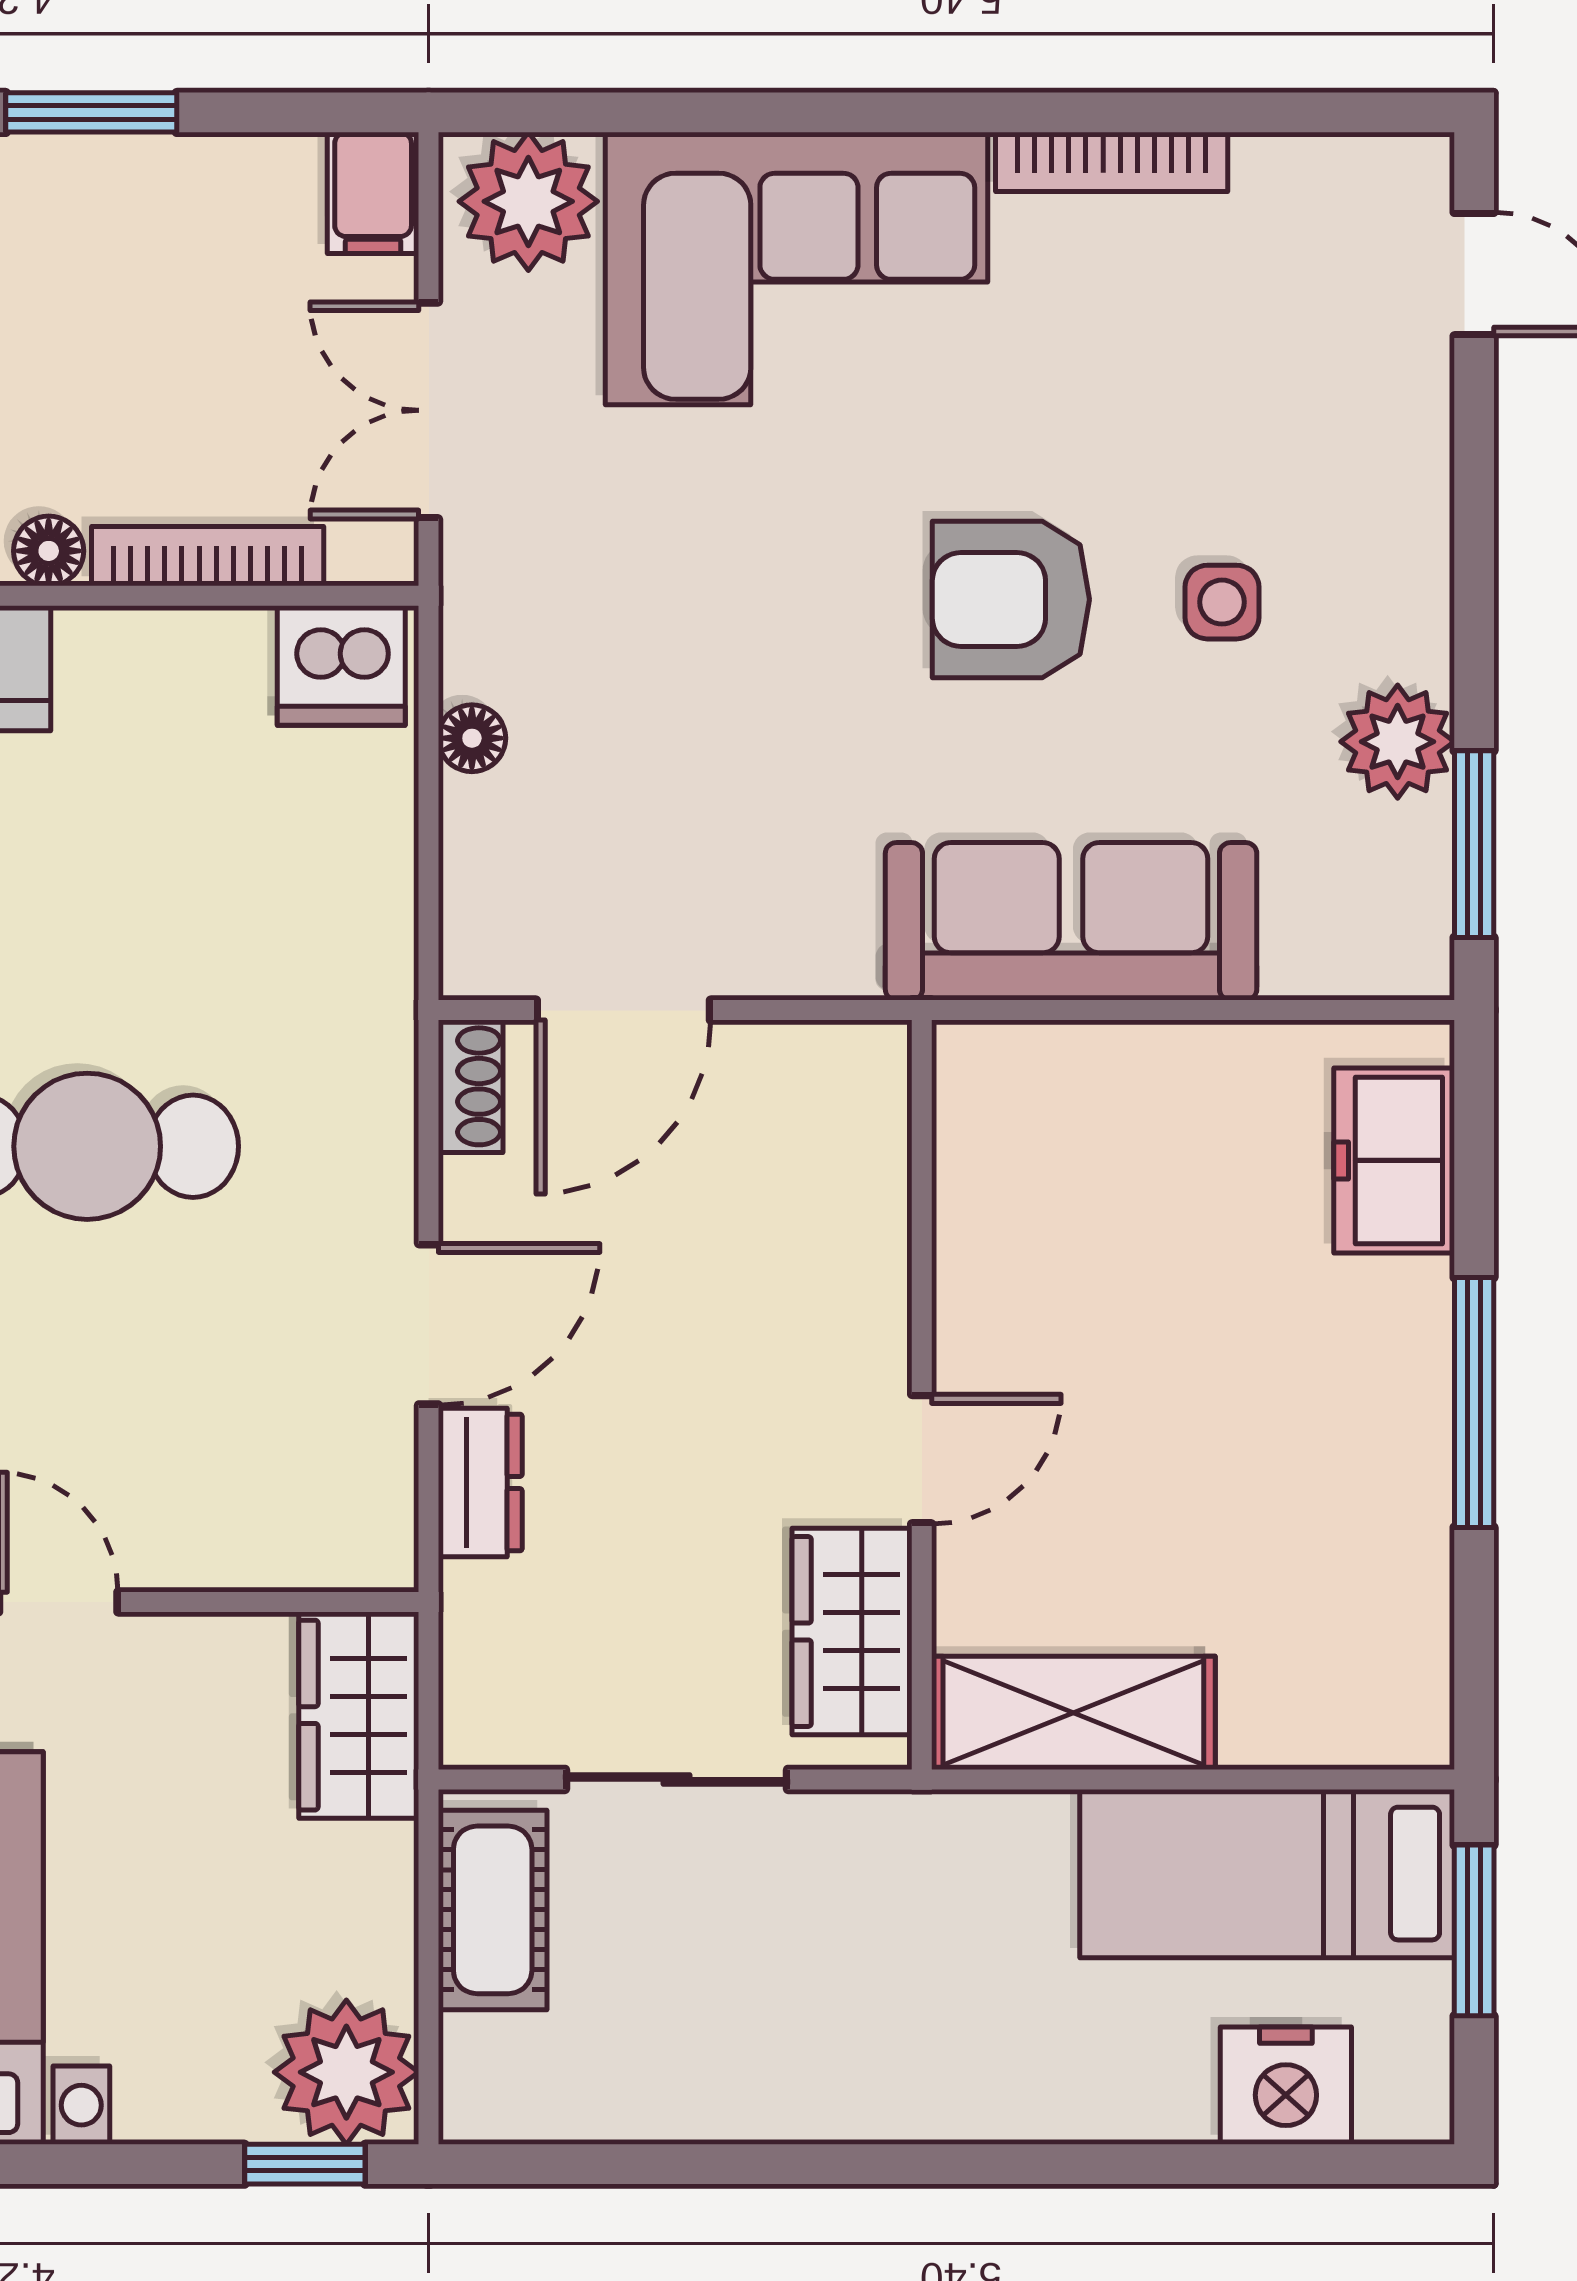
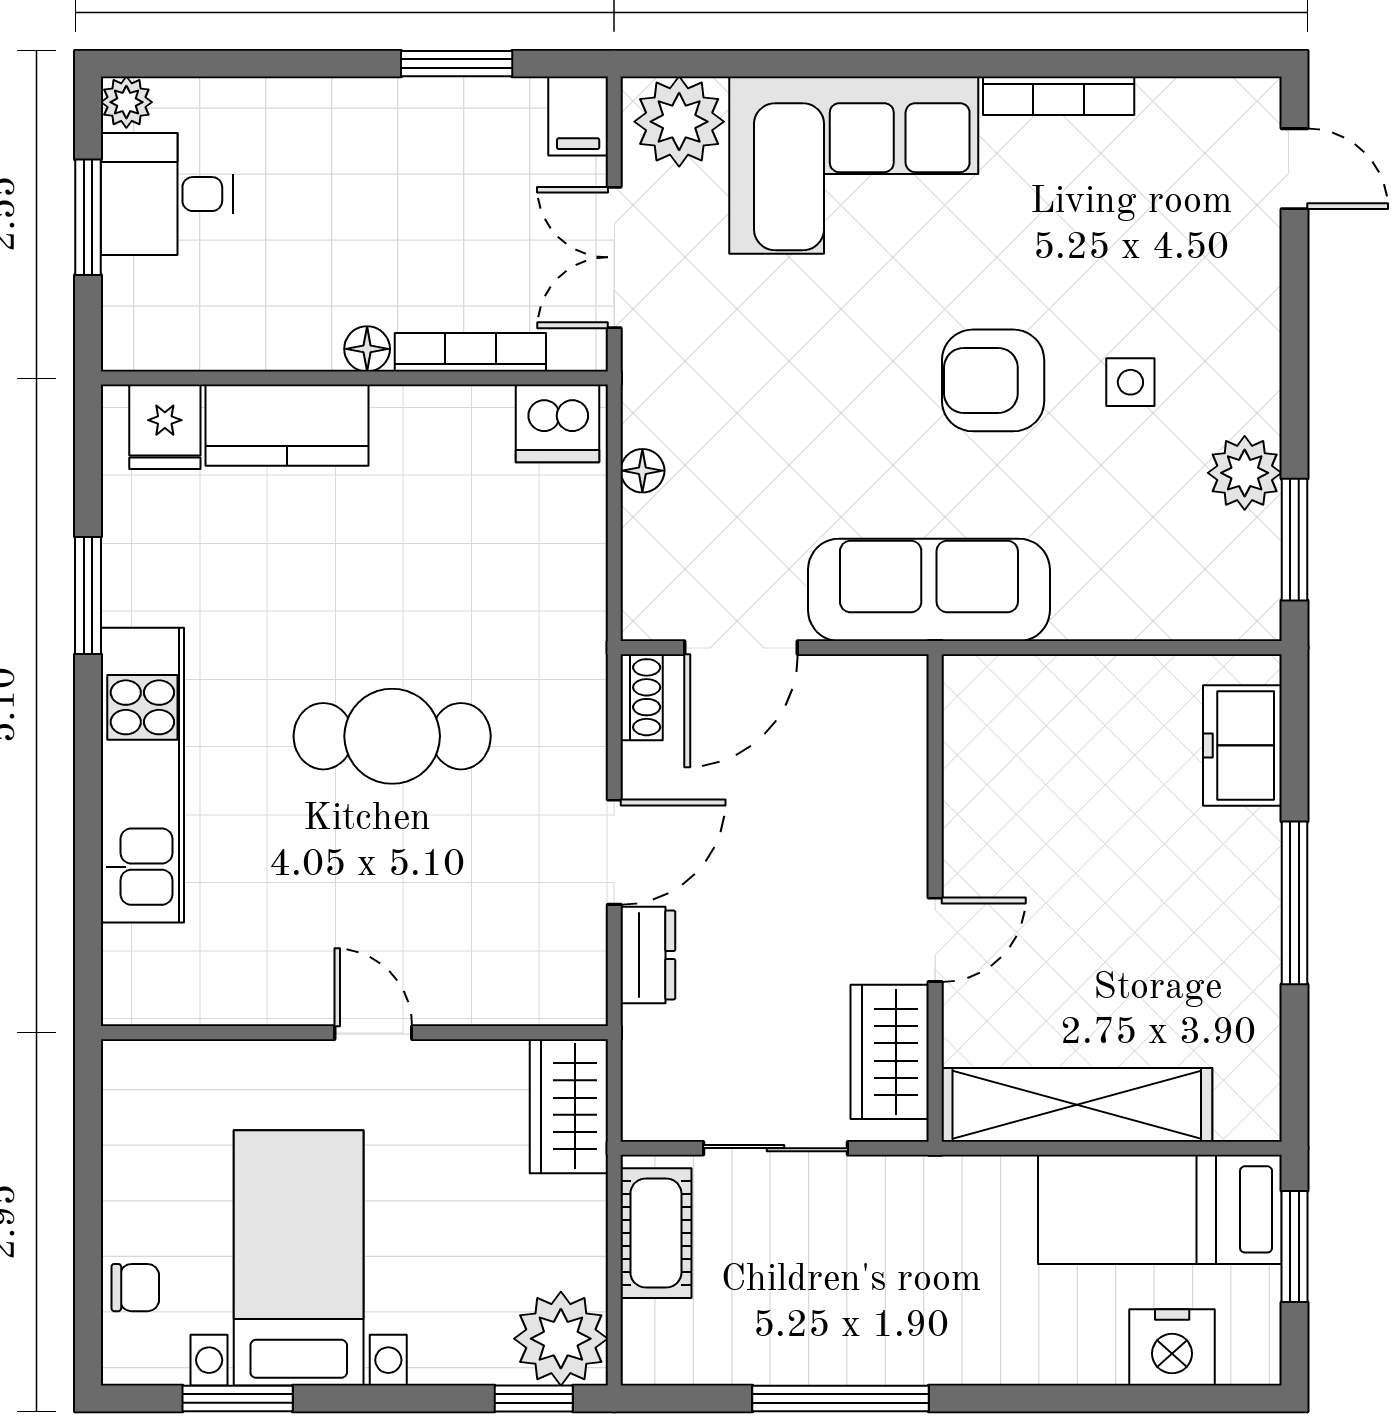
window: (91, 112) -> (457, 64), moved
sofa: (1071, 921) -> (929, 590), moved
shelving: (1073, 1713) -> (1077, 1105), width x1.47
window: (776, 2164) -> (840, 1398), added

